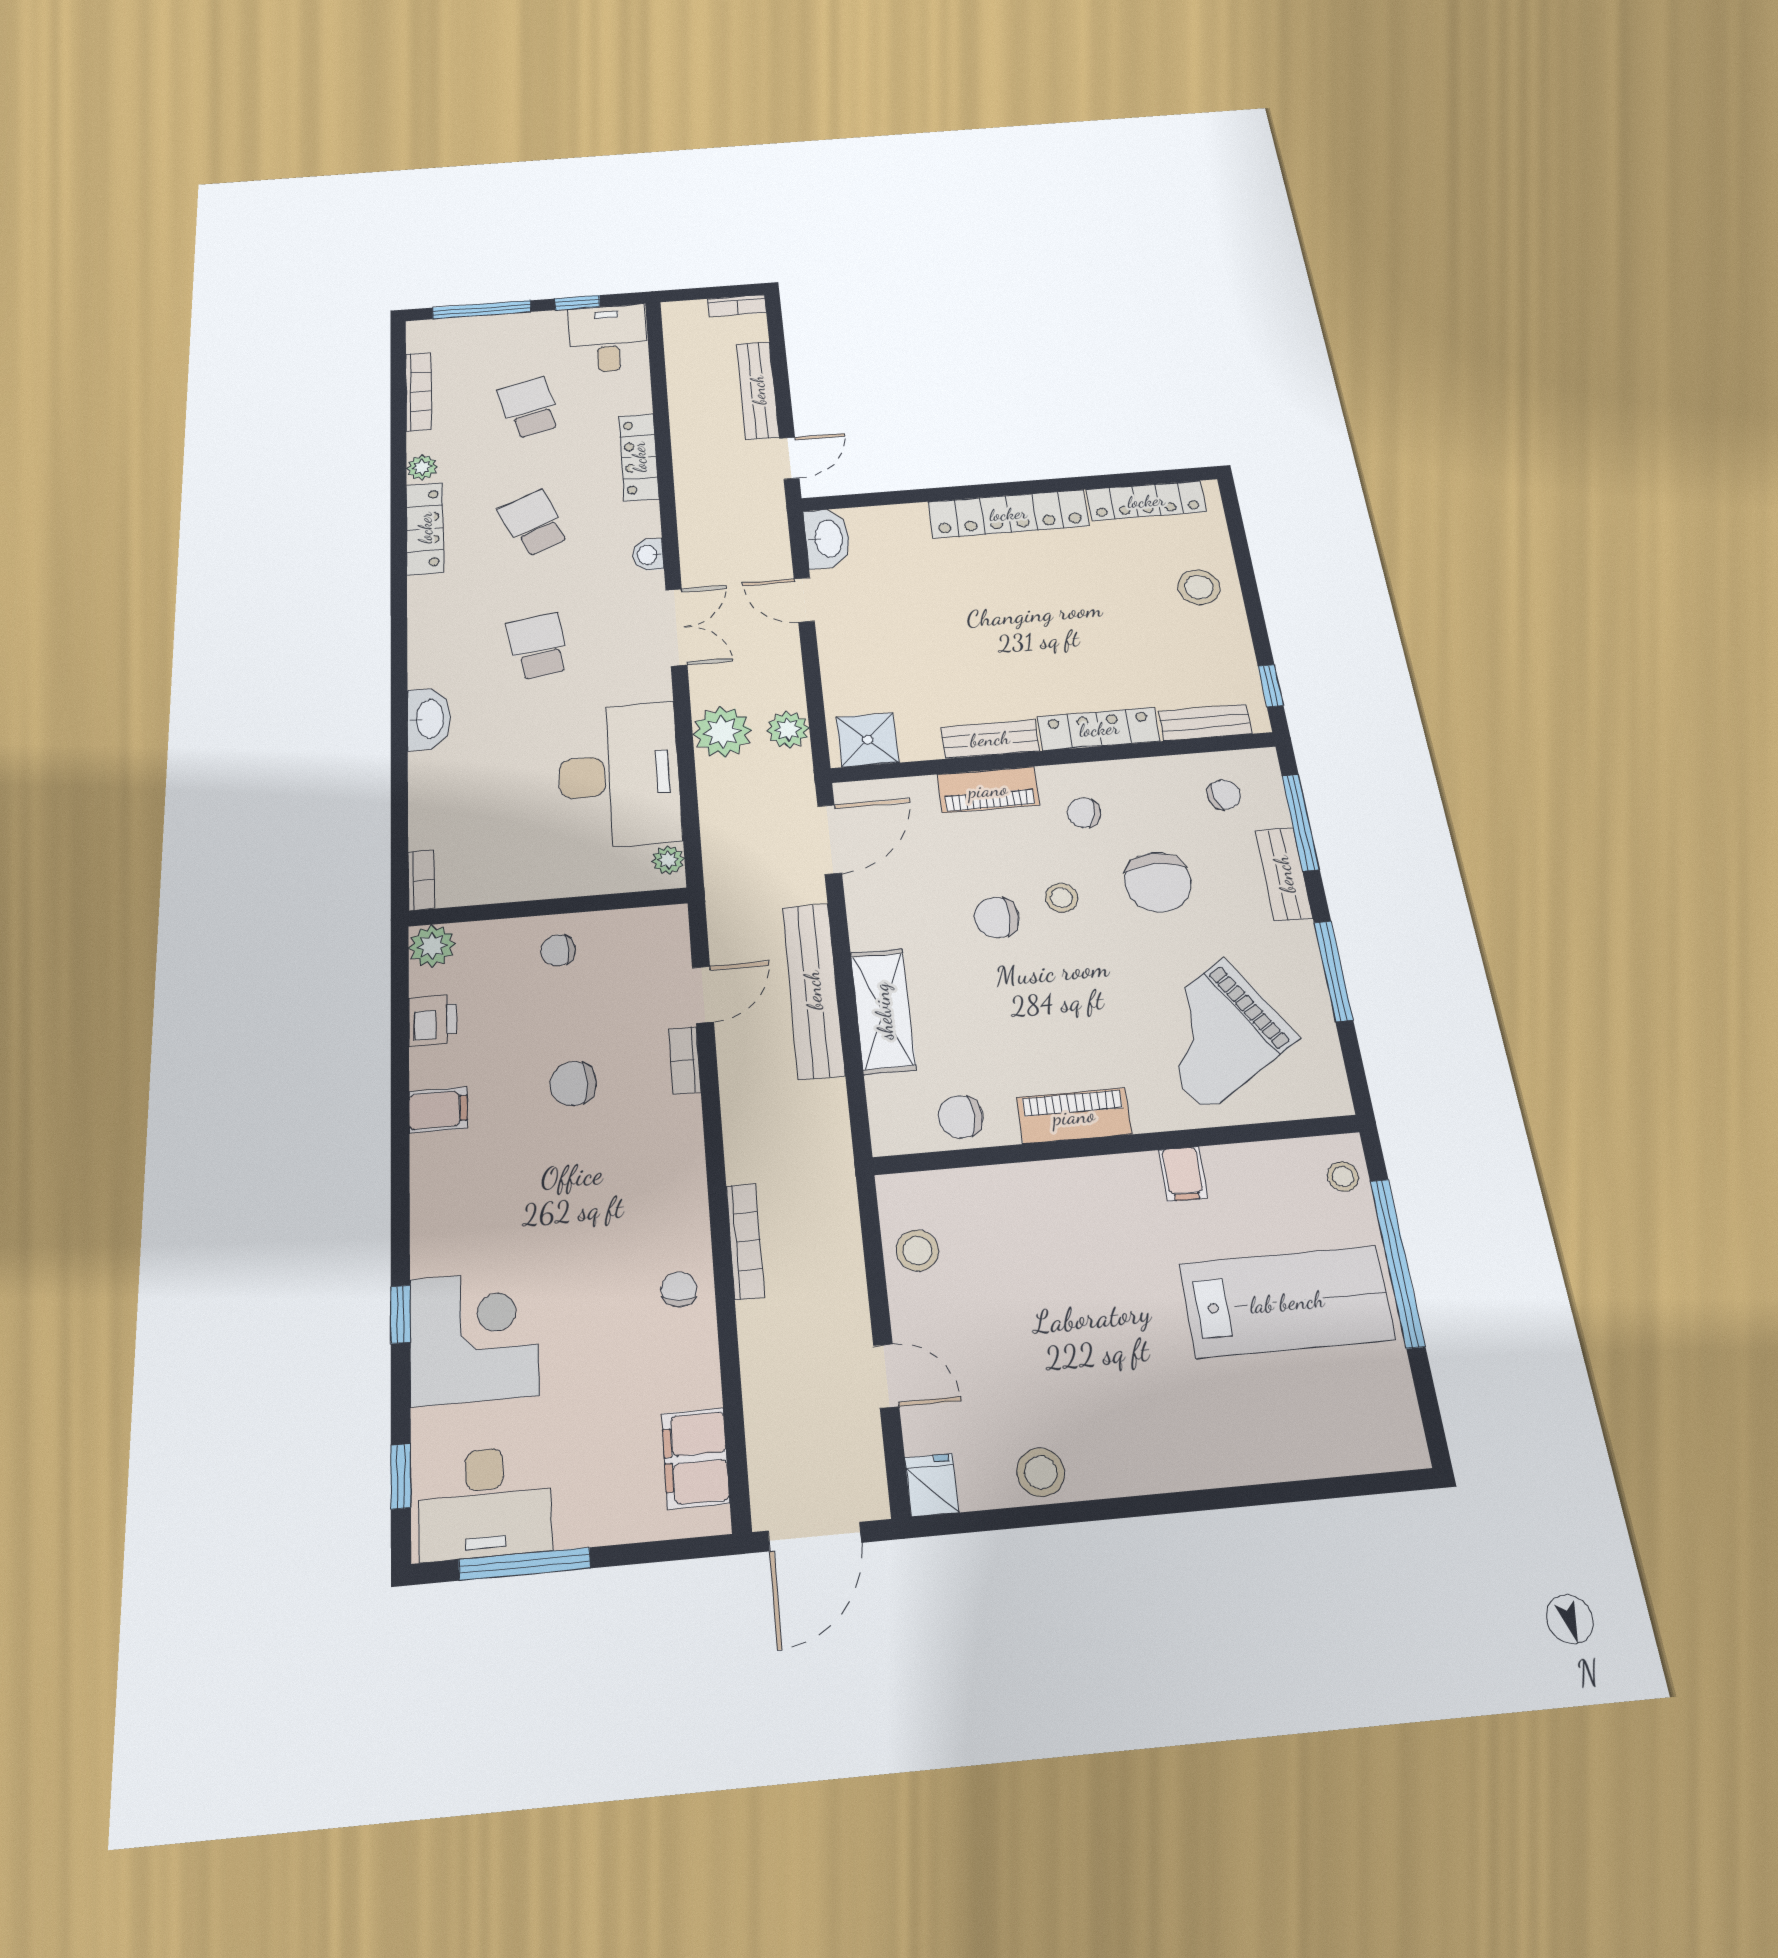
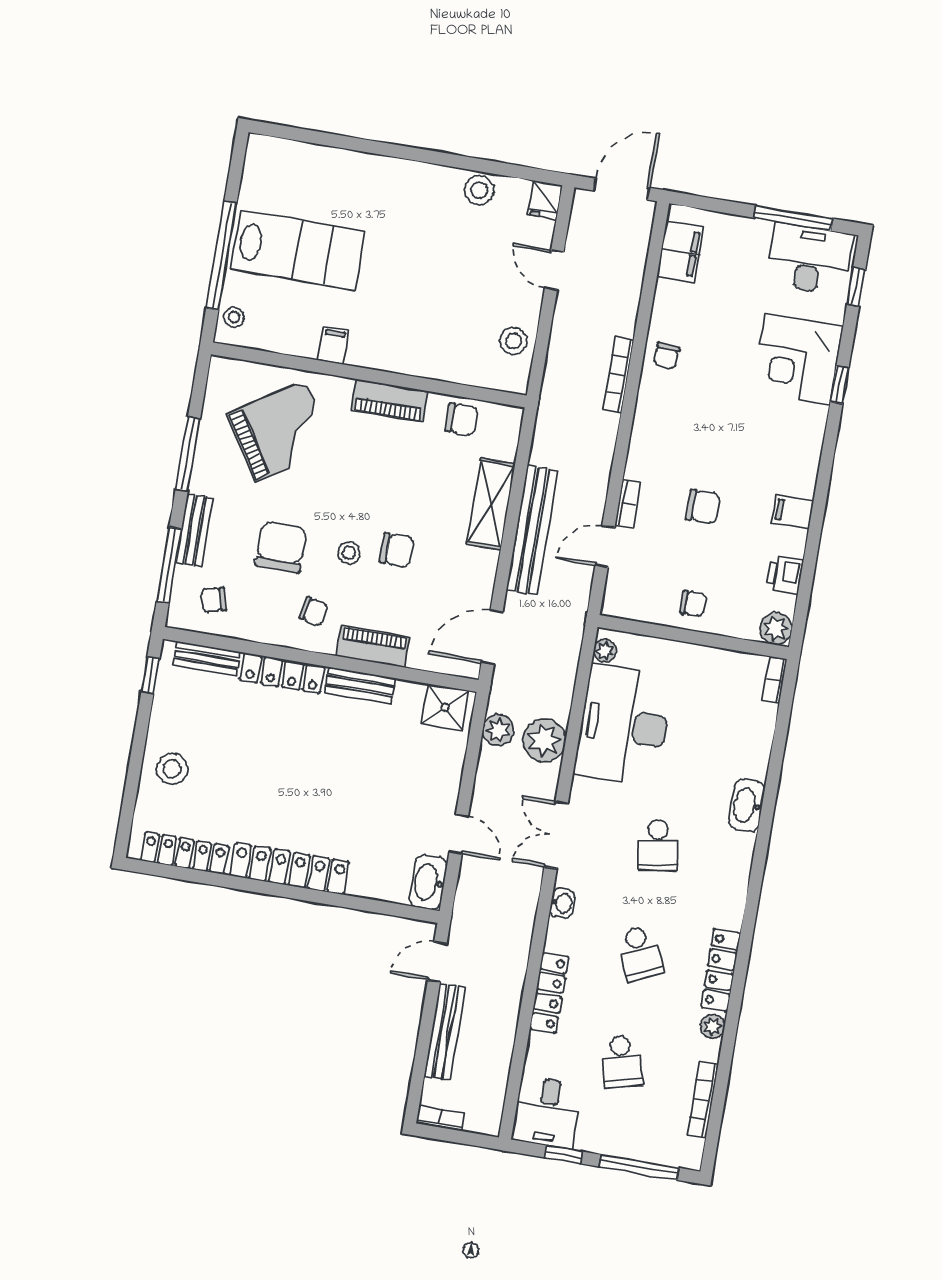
lab bench: (1287, 1302) -> (298, 250), turned 180

